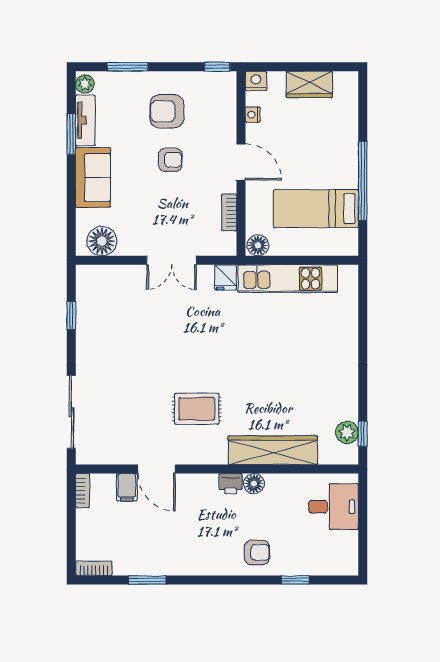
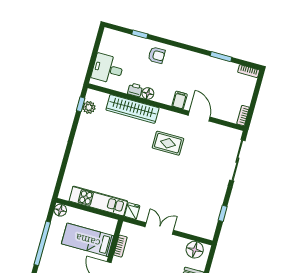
bed: (316, 209) -> (88, 240), moved, turned 180
floor lamp: (258, 245) -> (60, 210), moved
printer: (231, 484) -> (135, 90), moved
filing cabinet: (127, 487) -> (180, 100), moved
armchair: (257, 552) -> (157, 55), turned 180

